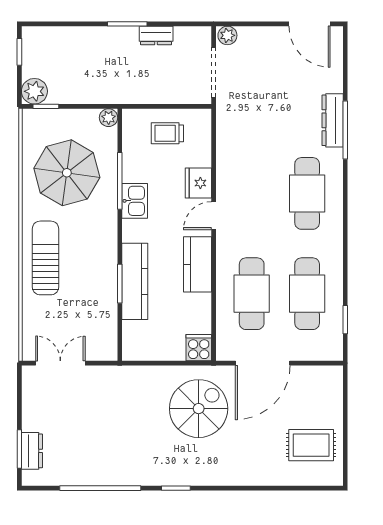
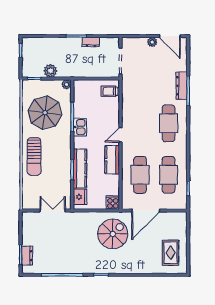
plant: (227, 35) -> (152, 42), moved
plant: (34, 91) -> (50, 71), moved
trolley: (167, 133) -> (109, 91), moved
fridge: (198, 183) -> (80, 197), moved, turned 180
sun lounger: (46, 258) -> (34, 156), turned 180
double door: (60, 363) -> (53, 211), moved
rug: (311, 445) -> (171, 253), turned 90

